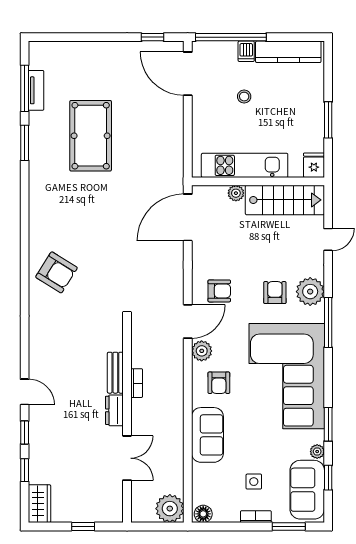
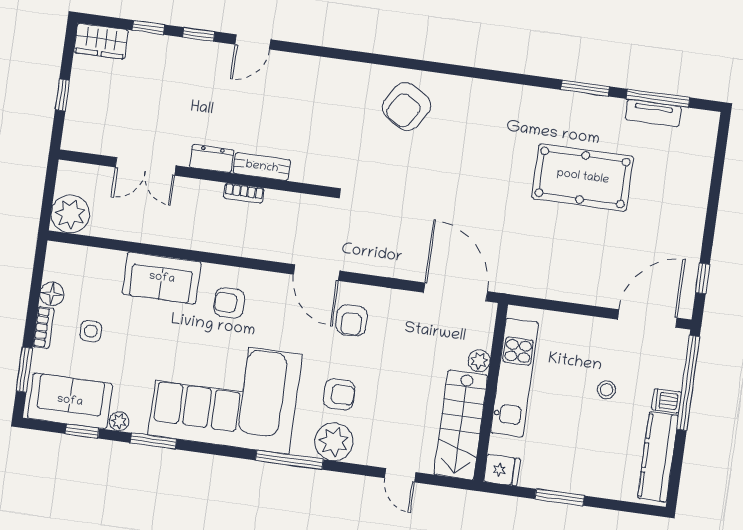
plant: (202, 351) -> (275, 286), removed
floor lamp: (203, 514) -> (52, 294), moved

